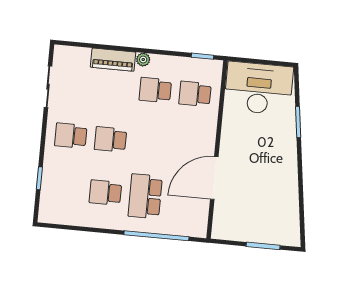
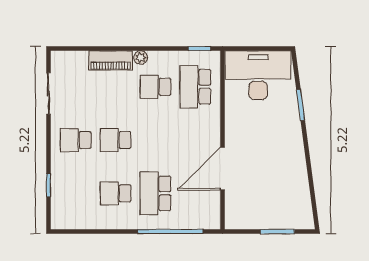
school desk: (195, 94) -> (195, 87), width x1.85

